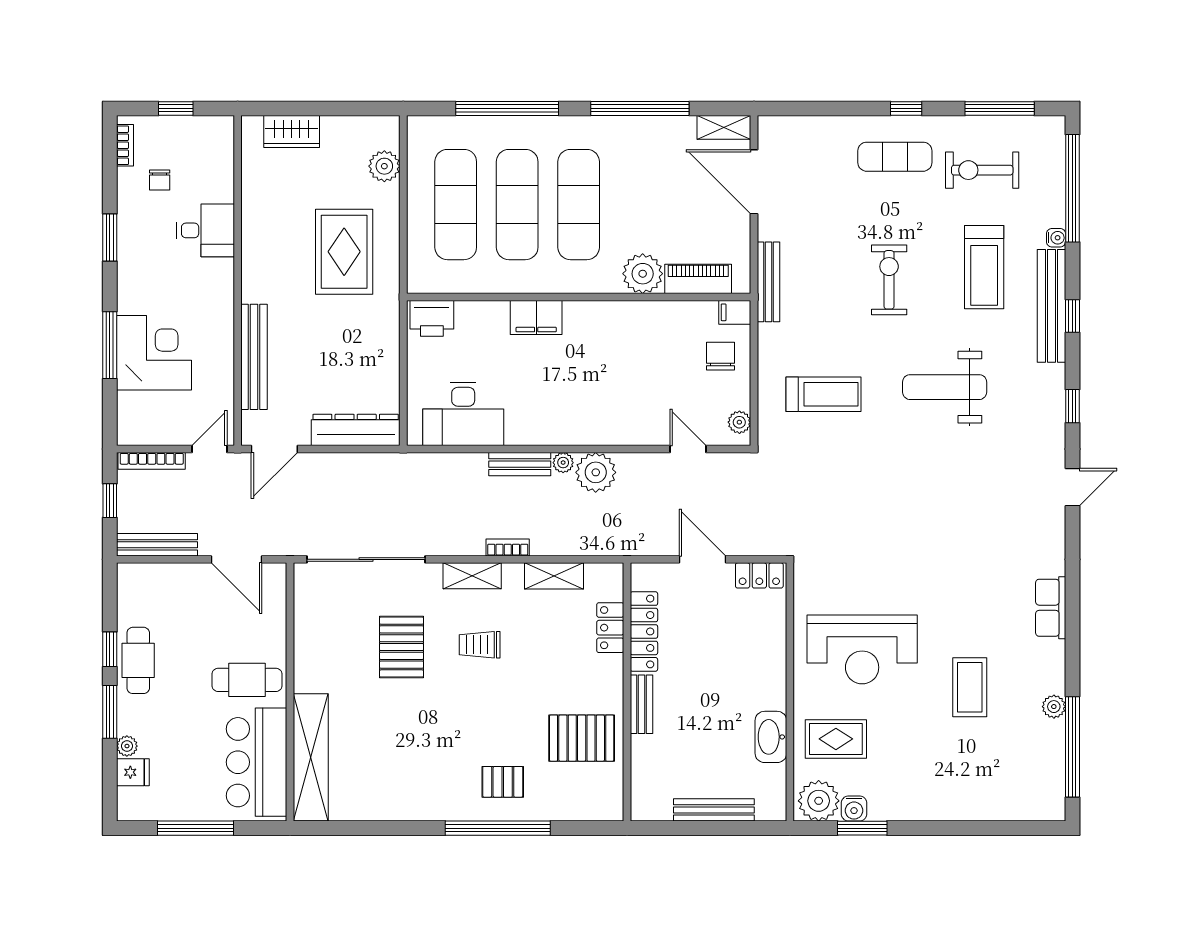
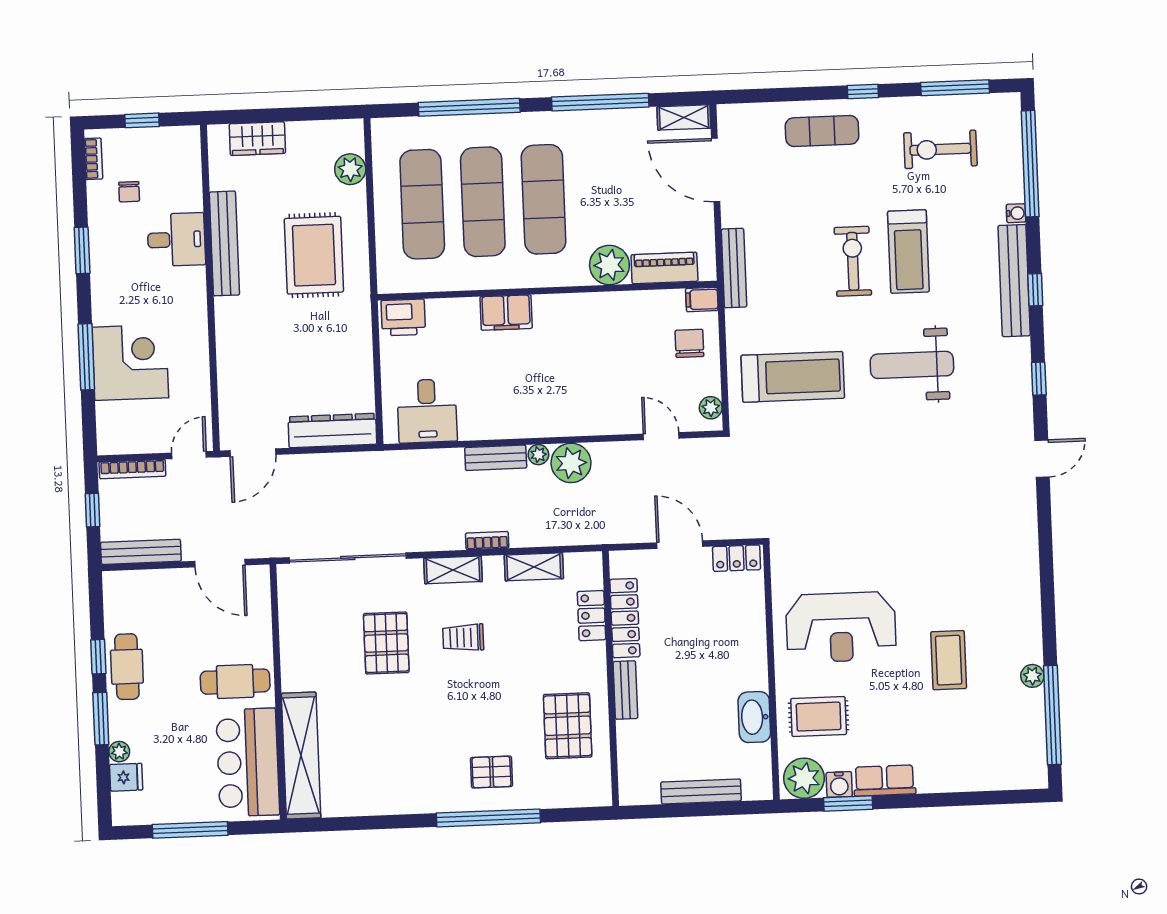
exercise mat: (895, 157) -> (822, 131), moved
treadmill: (984, 267) -> (908, 252), moved
bench: (254, 357) -> (224, 243), moved
treadmill: (824, 394) -> (793, 377), width x1.37, depth x1.37
desk: (463, 414) -> (427, 411), width x0.73
row of seats: (1051, 608) -> (885, 780), moved, turned 90
pallet: (582, 738) -> (568, 726), turned 90

